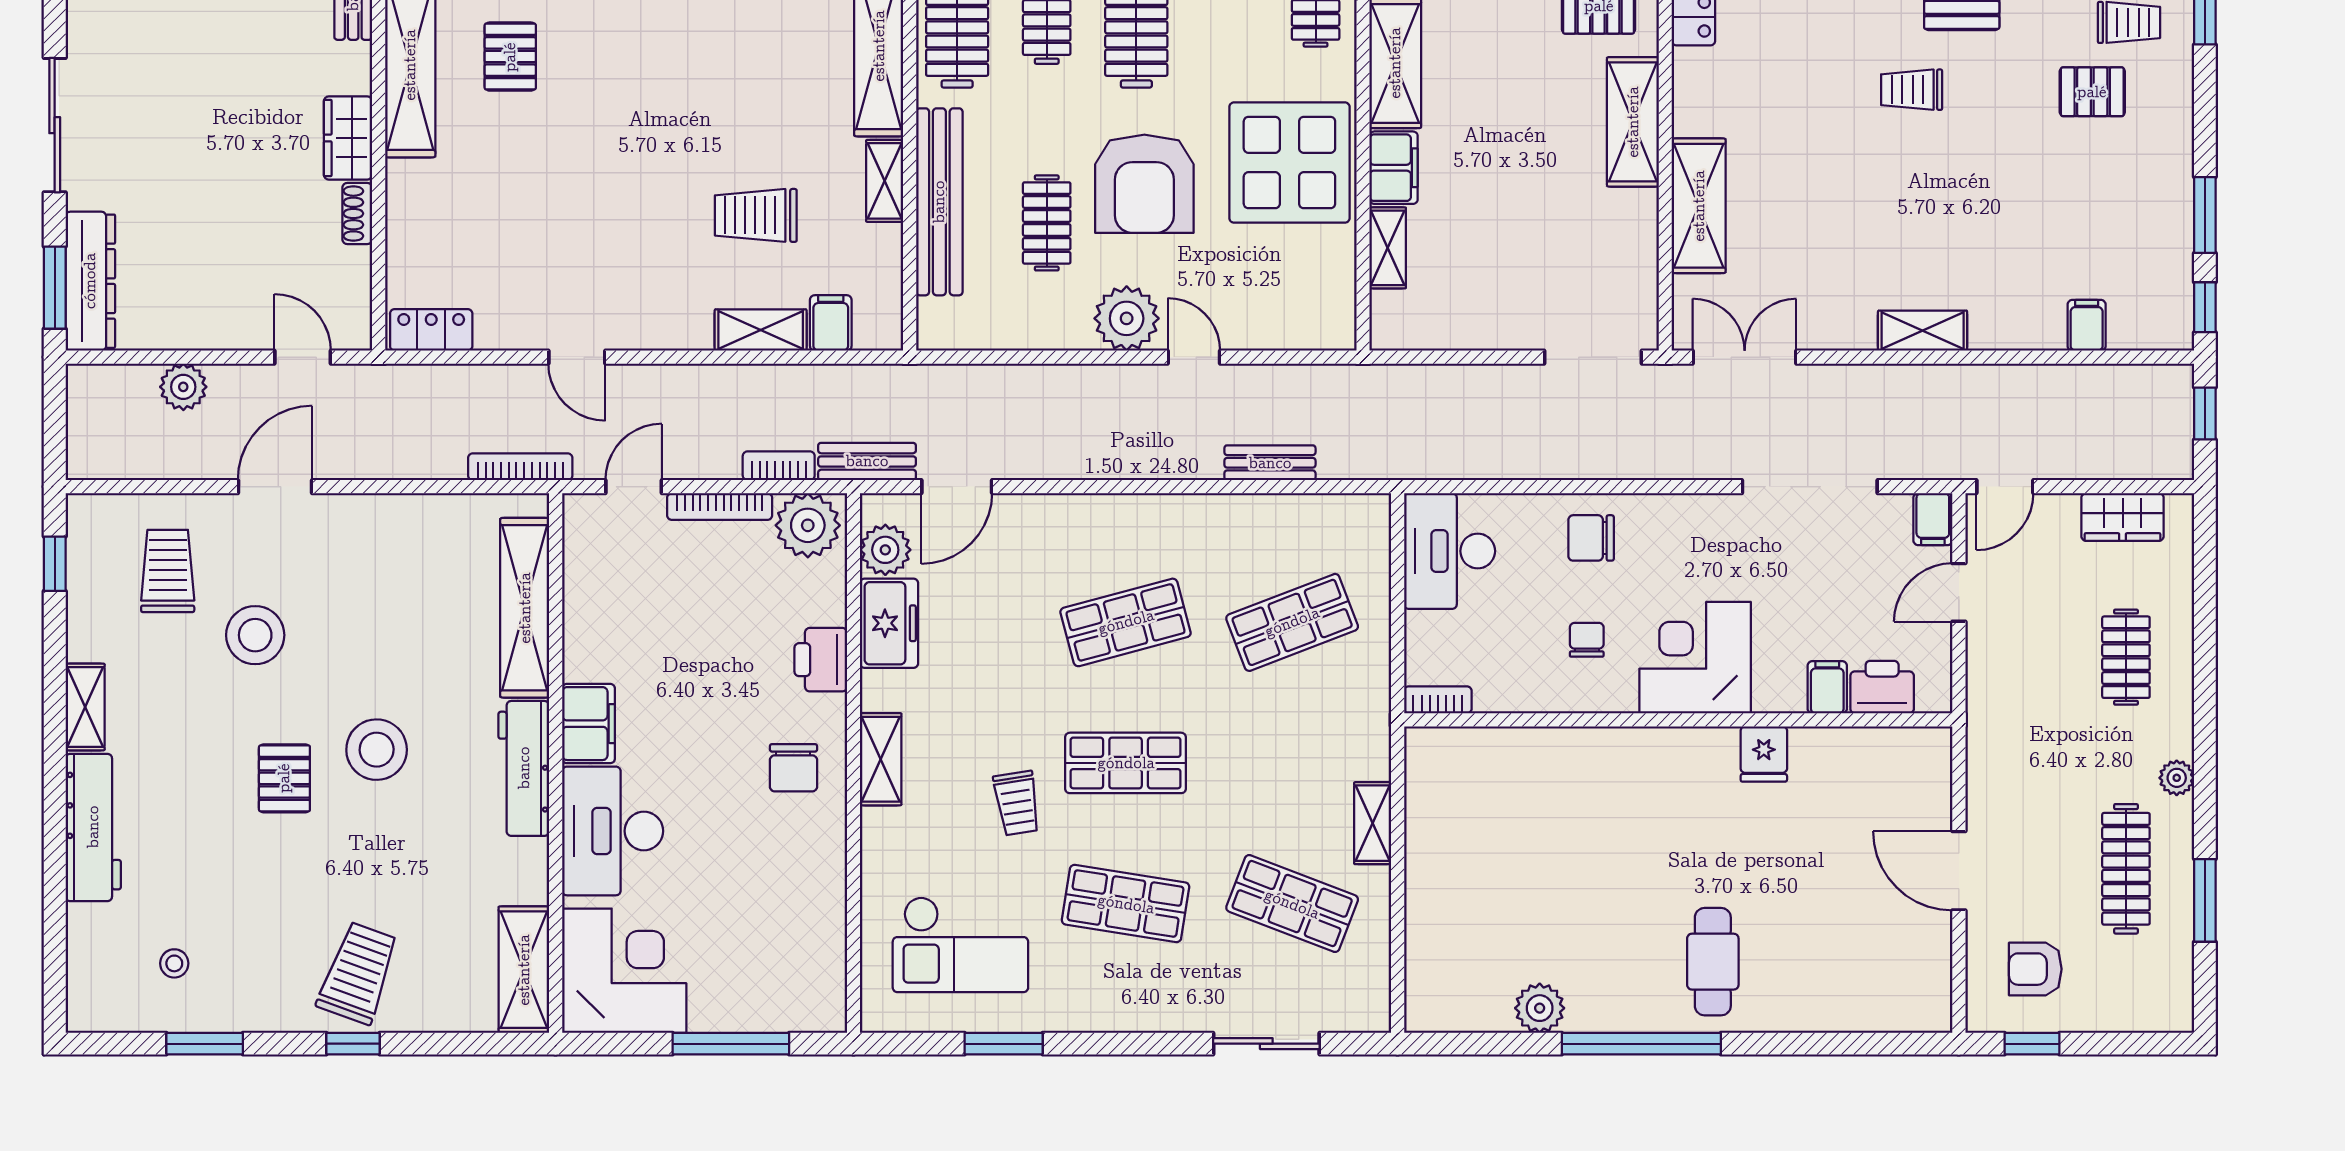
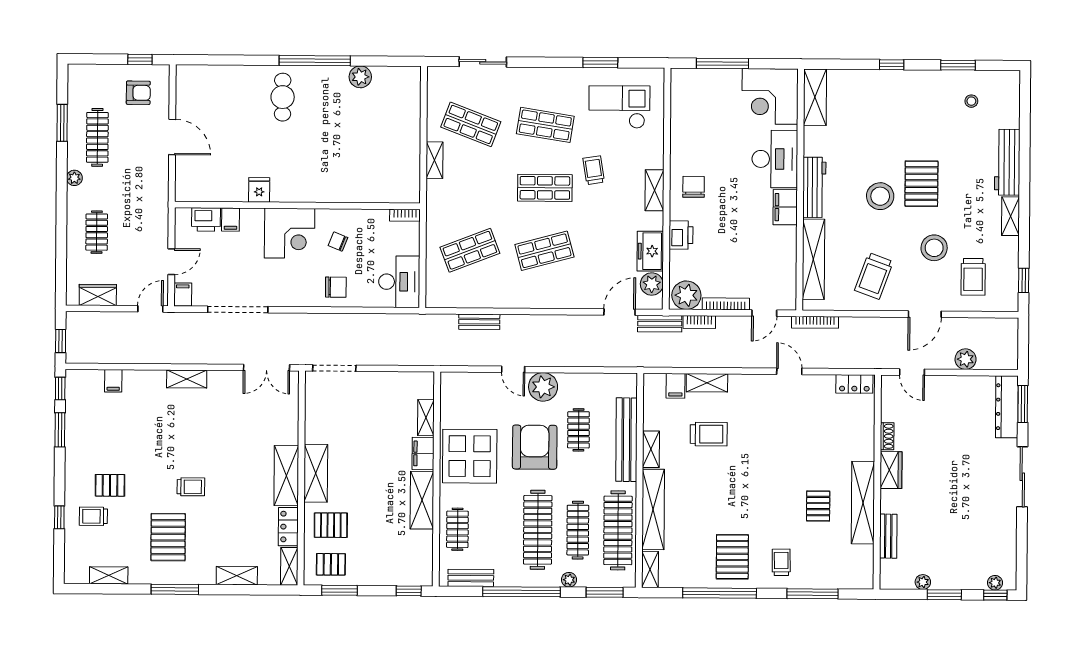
shelving: (1699, 206) -> (286, 476), moved
chair: (1587, 640) -> (338, 242), turned 112
pallet: (284, 778) -> (921, 184), width x1.50, depth x1.42
trolley: (358, 973) -> (874, 276), moved

